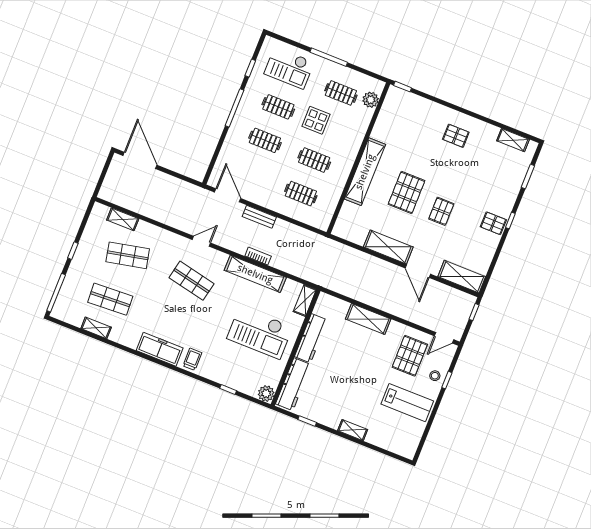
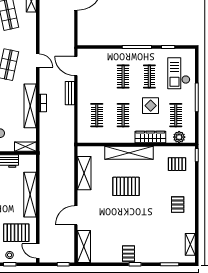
wardrobe: (356, 136) -> (150, 137), added
door: (228, 195) -> (76, 66), swing flipped
pallet: (441, 211) -> (177, 164), moved
shelving: (388, 247) -> (84, 173), moved
shelving: (368, 319) -> (30, 195), width x1.47

